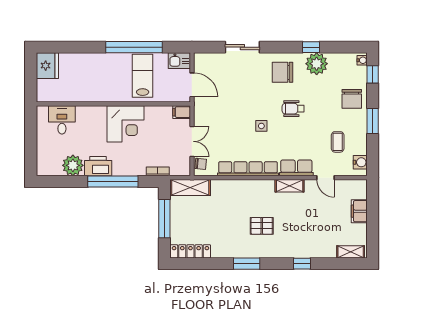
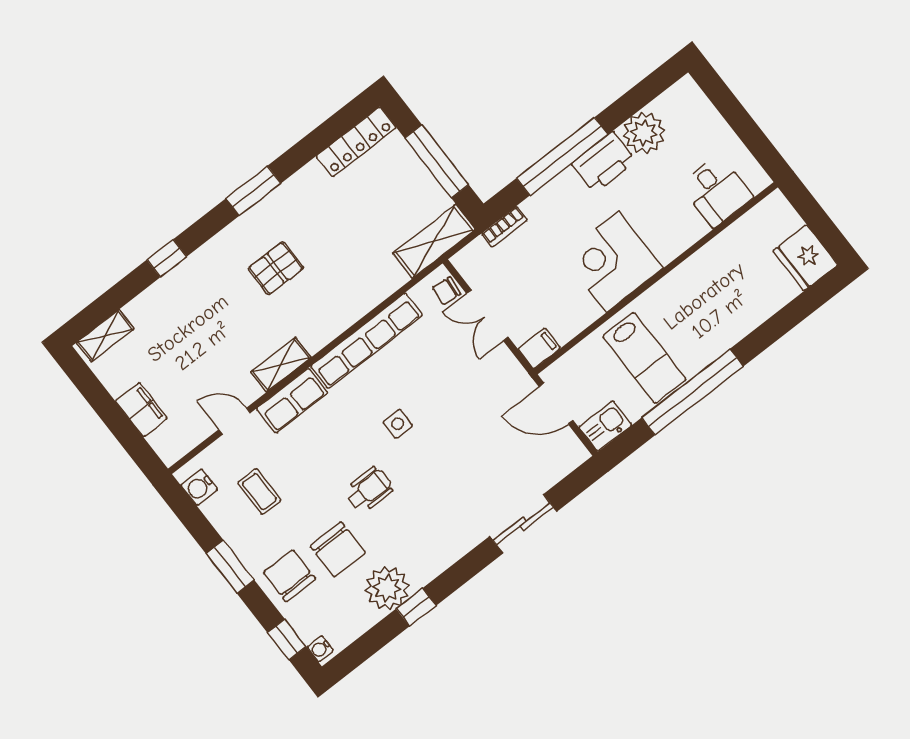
chair: (282, 72) -> (338, 549), moved, turned 90

